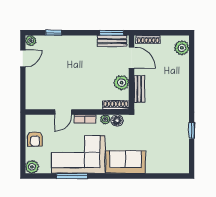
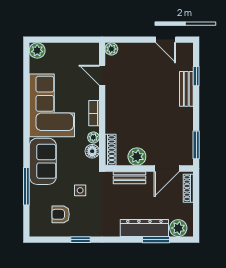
plant: (31, 41) -> (111, 49), moved
bench: (112, 41) -> (186, 89), moved
window: (192, 67) -> (156, 240), added
dresser: (182, 76) -> (144, 228), added
door: (63, 112) -> (102, 75), moved
side table: (150, 131) -> (80, 190), added
armchair: (35, 139) -> (61, 214), moved
window: (72, 176) -> (26, 186), moved

